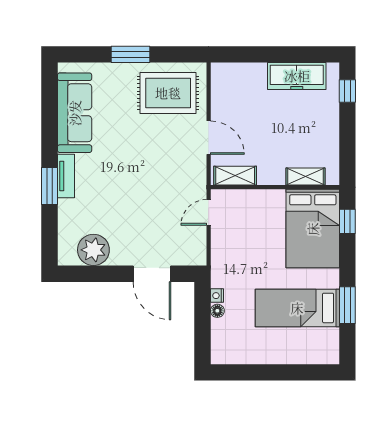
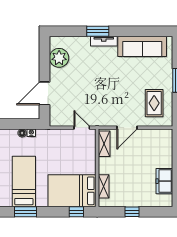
freezer: (297, 76) -> (164, 181), width x0.71
window: (347, 91) -> (132, 212), moved
rug: (168, 93) -> (154, 103), width x0.73, depth x0.70

